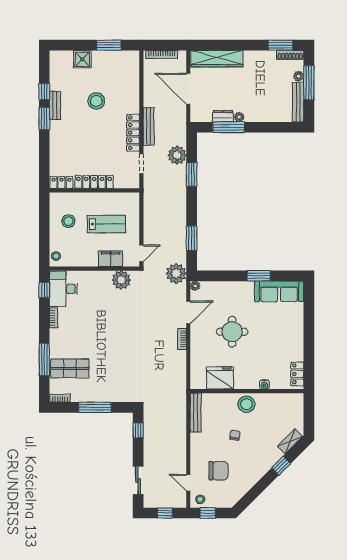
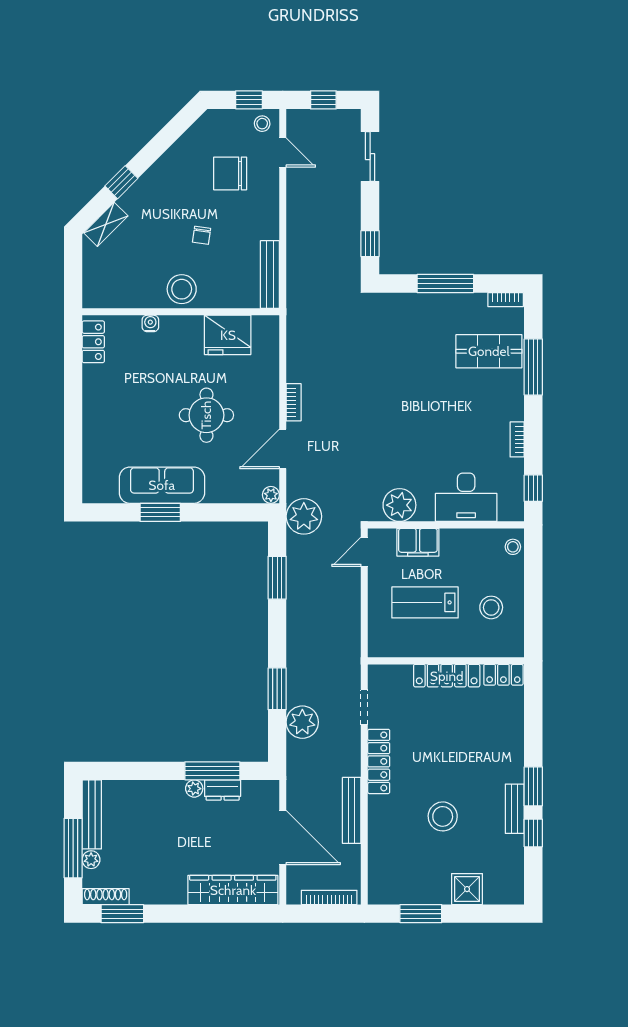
bench: (149, 126) -> (352, 810), moved
desk: (63, 289) -> (466, 497), moved, turned 90
sofa: (279, 291) -> (162, 485), moved

